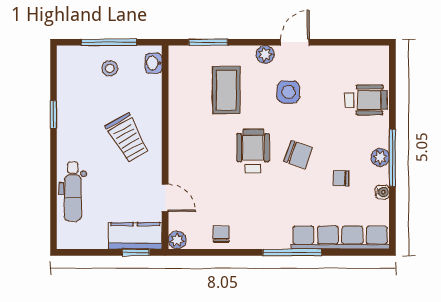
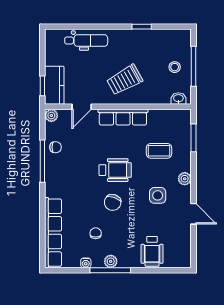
door: (295, 42) -> (193, 214), moved
coffee table: (226, 90) -> (159, 151), width x0.73, depth x0.77
row of seats: (179, 140) -> (123, 117), added
dental chair: (73, 192) -> (86, 41), turned 180
window: (292, 252) -> (42, 161), moved

